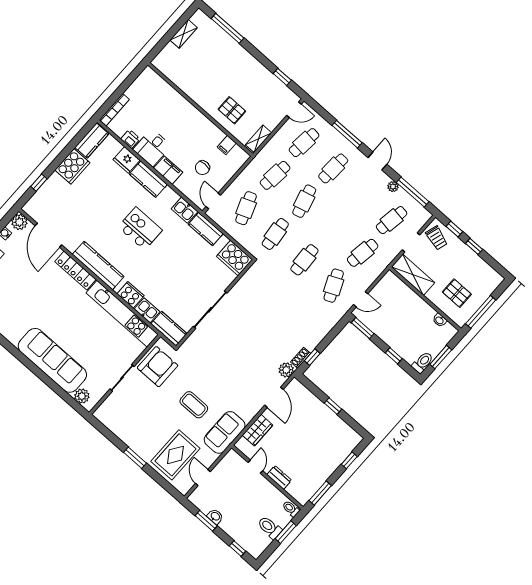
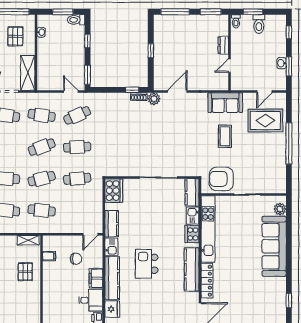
kitchen counter: (148, 179) -> (112, 278), width x1.50
cafe table: (246, 208) -> (42, 147), moved
wardrobe: (258, 430) -> (206, 84), removed
window: (135, 458) -> (289, 143), width x2.11
window: (349, 460) -> (175, 12), width x2.17

